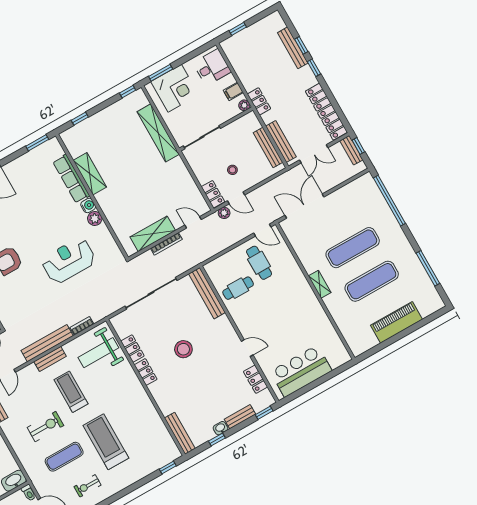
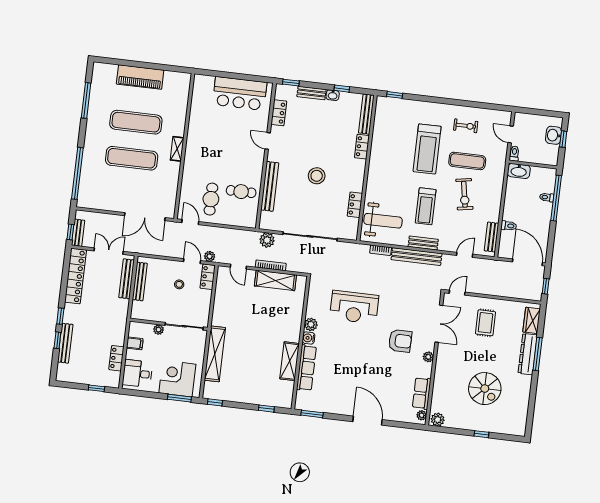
locker: (259, 101) -> (116, 358), moved
plant: (244, 105) -> (159, 330), moved
plant: (185, 263) -> (267, 240), added
bench: (207, 293) -> (270, 186), moved
locker: (146, 372) -> (362, 147), moved
exercise bike: (45, 427) -> (464, 194), turned -100

